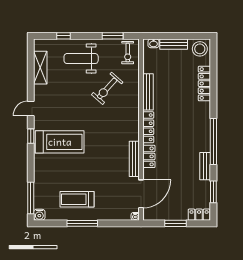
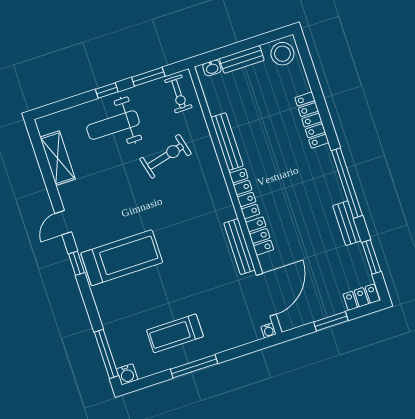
window: (64, 36) -> (107, 90), moved
locker: (204, 84) -> (312, 120), moved
exercise bike: (107, 88) -> (166, 156), turned -146

